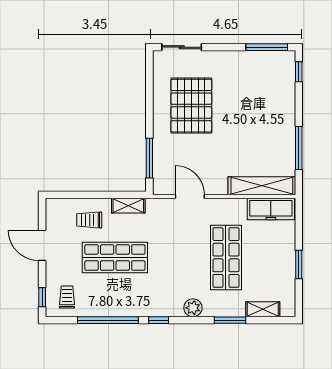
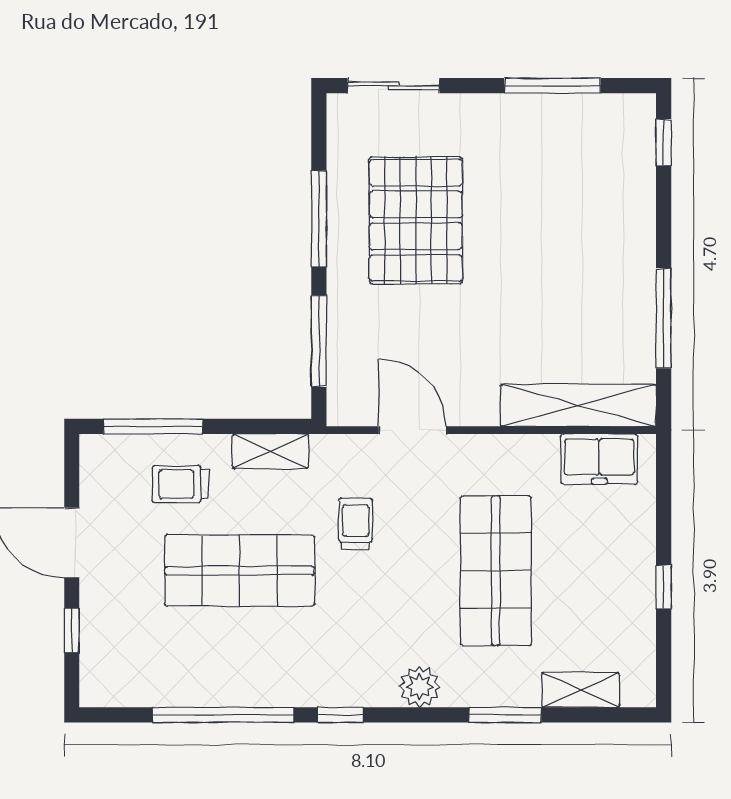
window: (267, 47) -> (552, 86), moved
window: (149, 105) -> (319, 219), added
window: (77, 195) -> (153, 426), added
freezer: (271, 209) -> (599, 459), width x0.71
window: (299, 265) -> (664, 587), width x0.67
window: (42, 297) -> (72, 630), moved
trolley: (67, 297) -> (356, 524), moved

